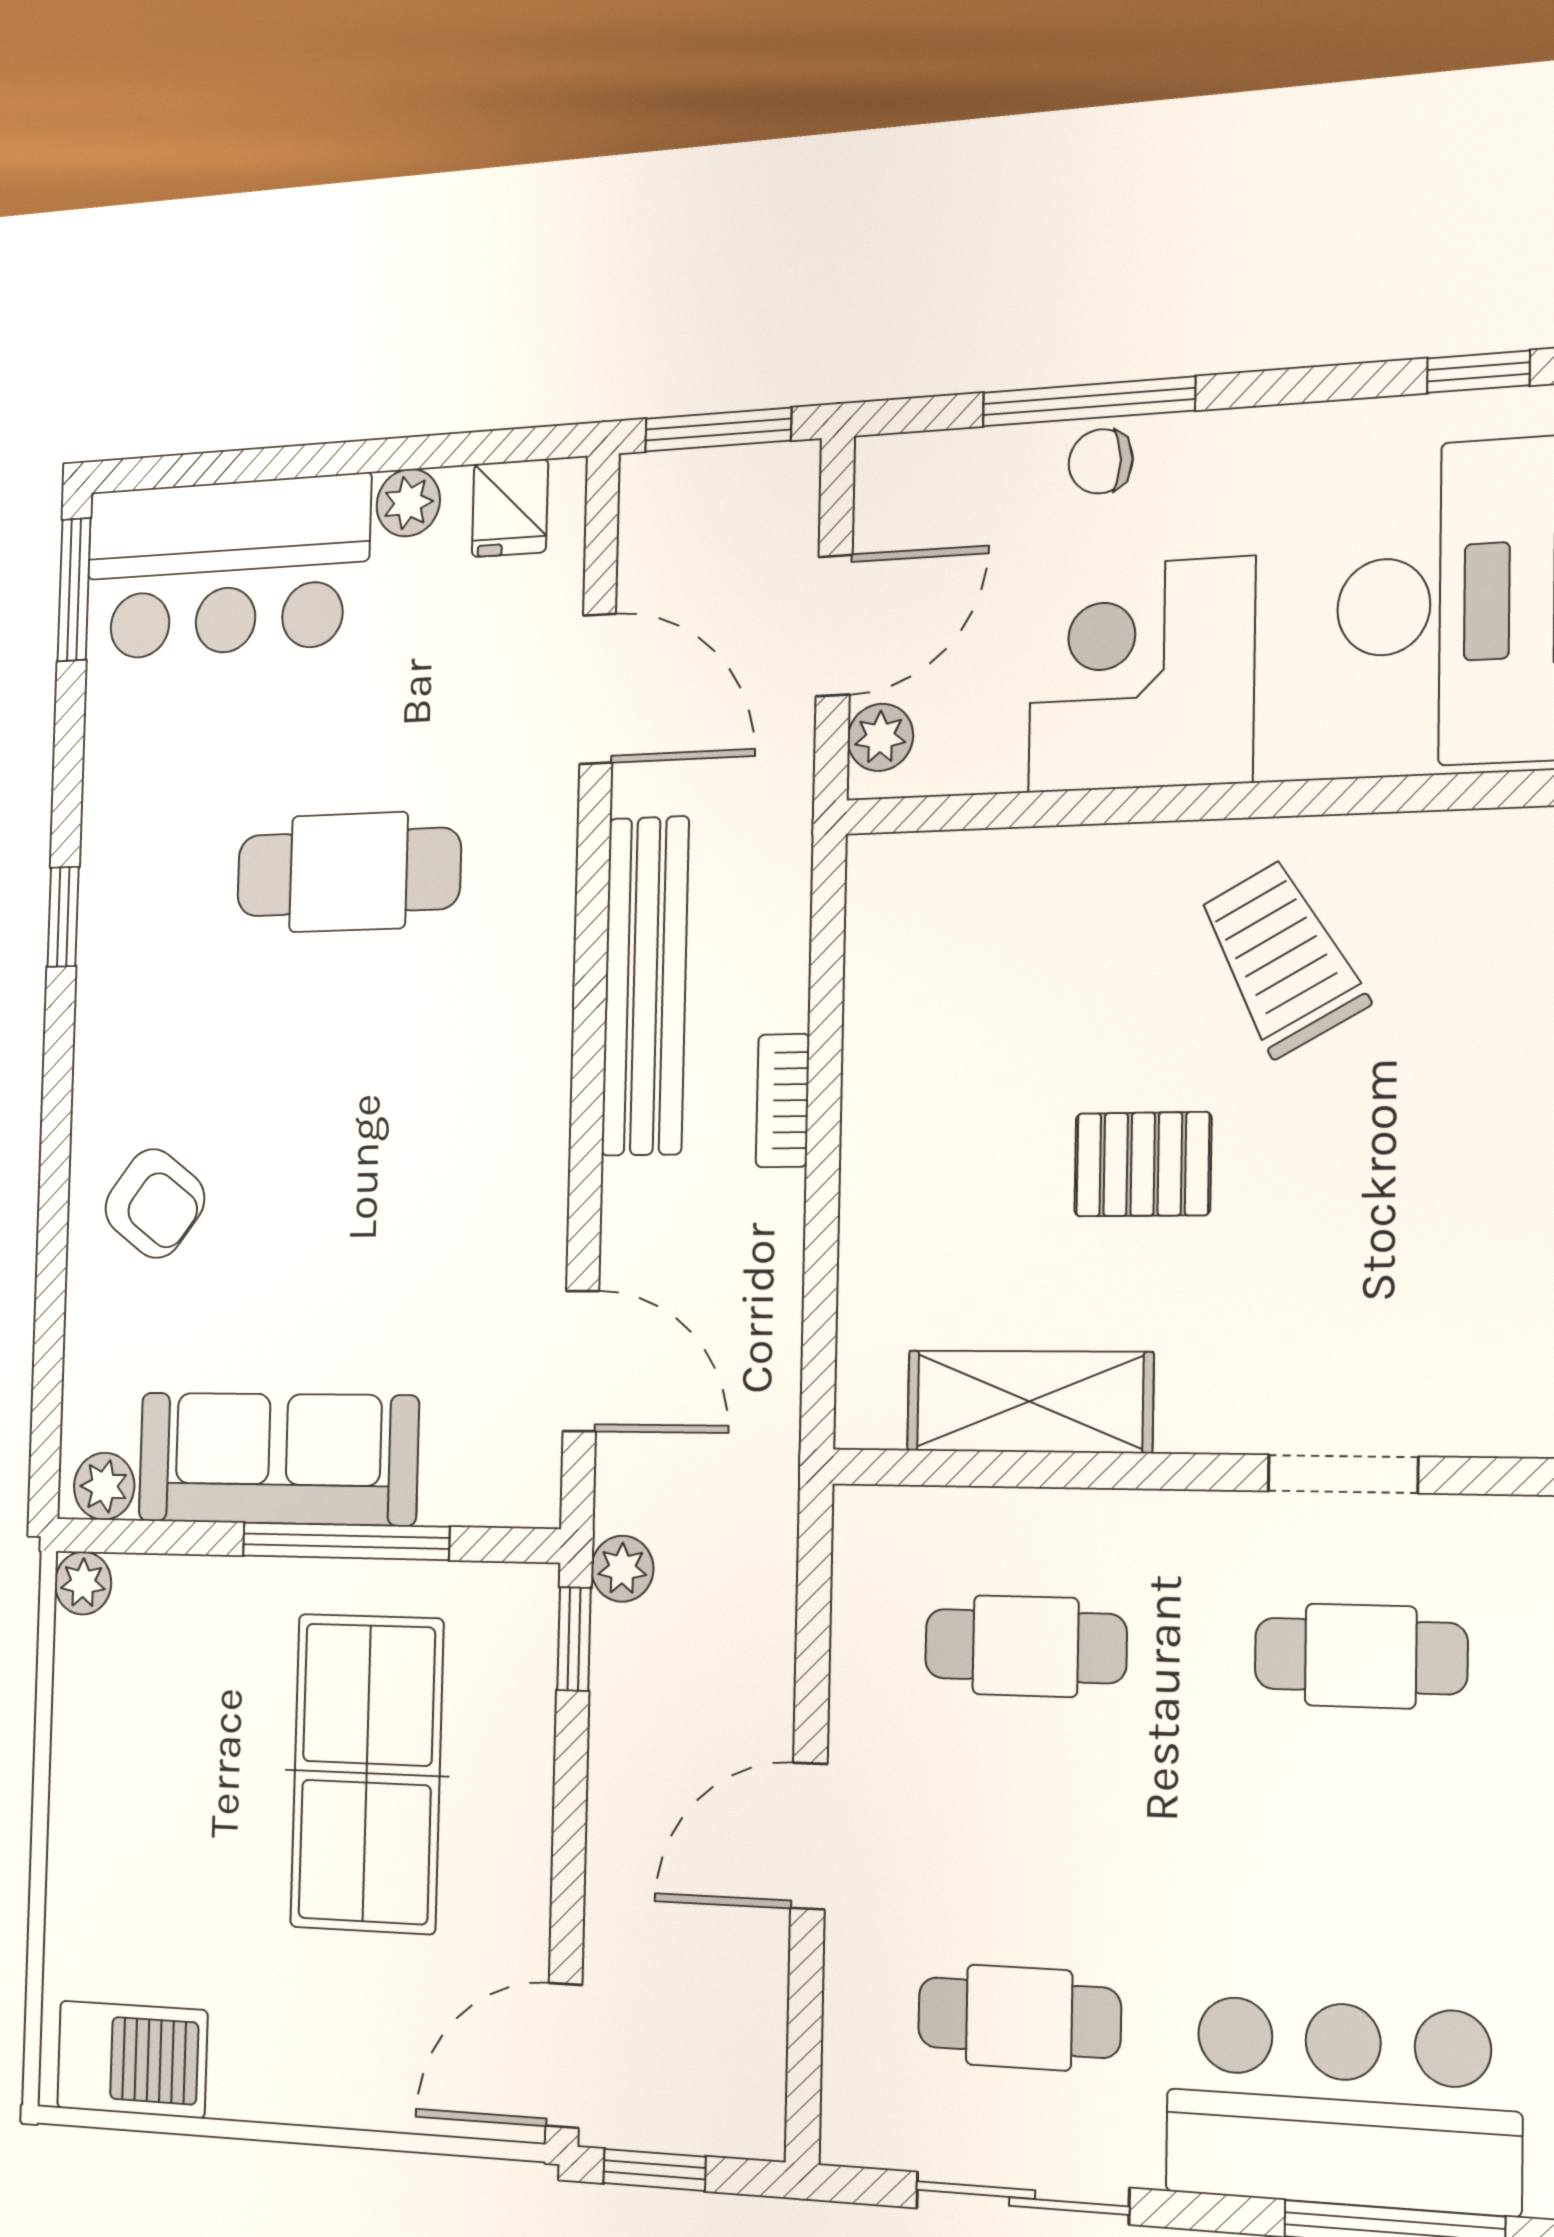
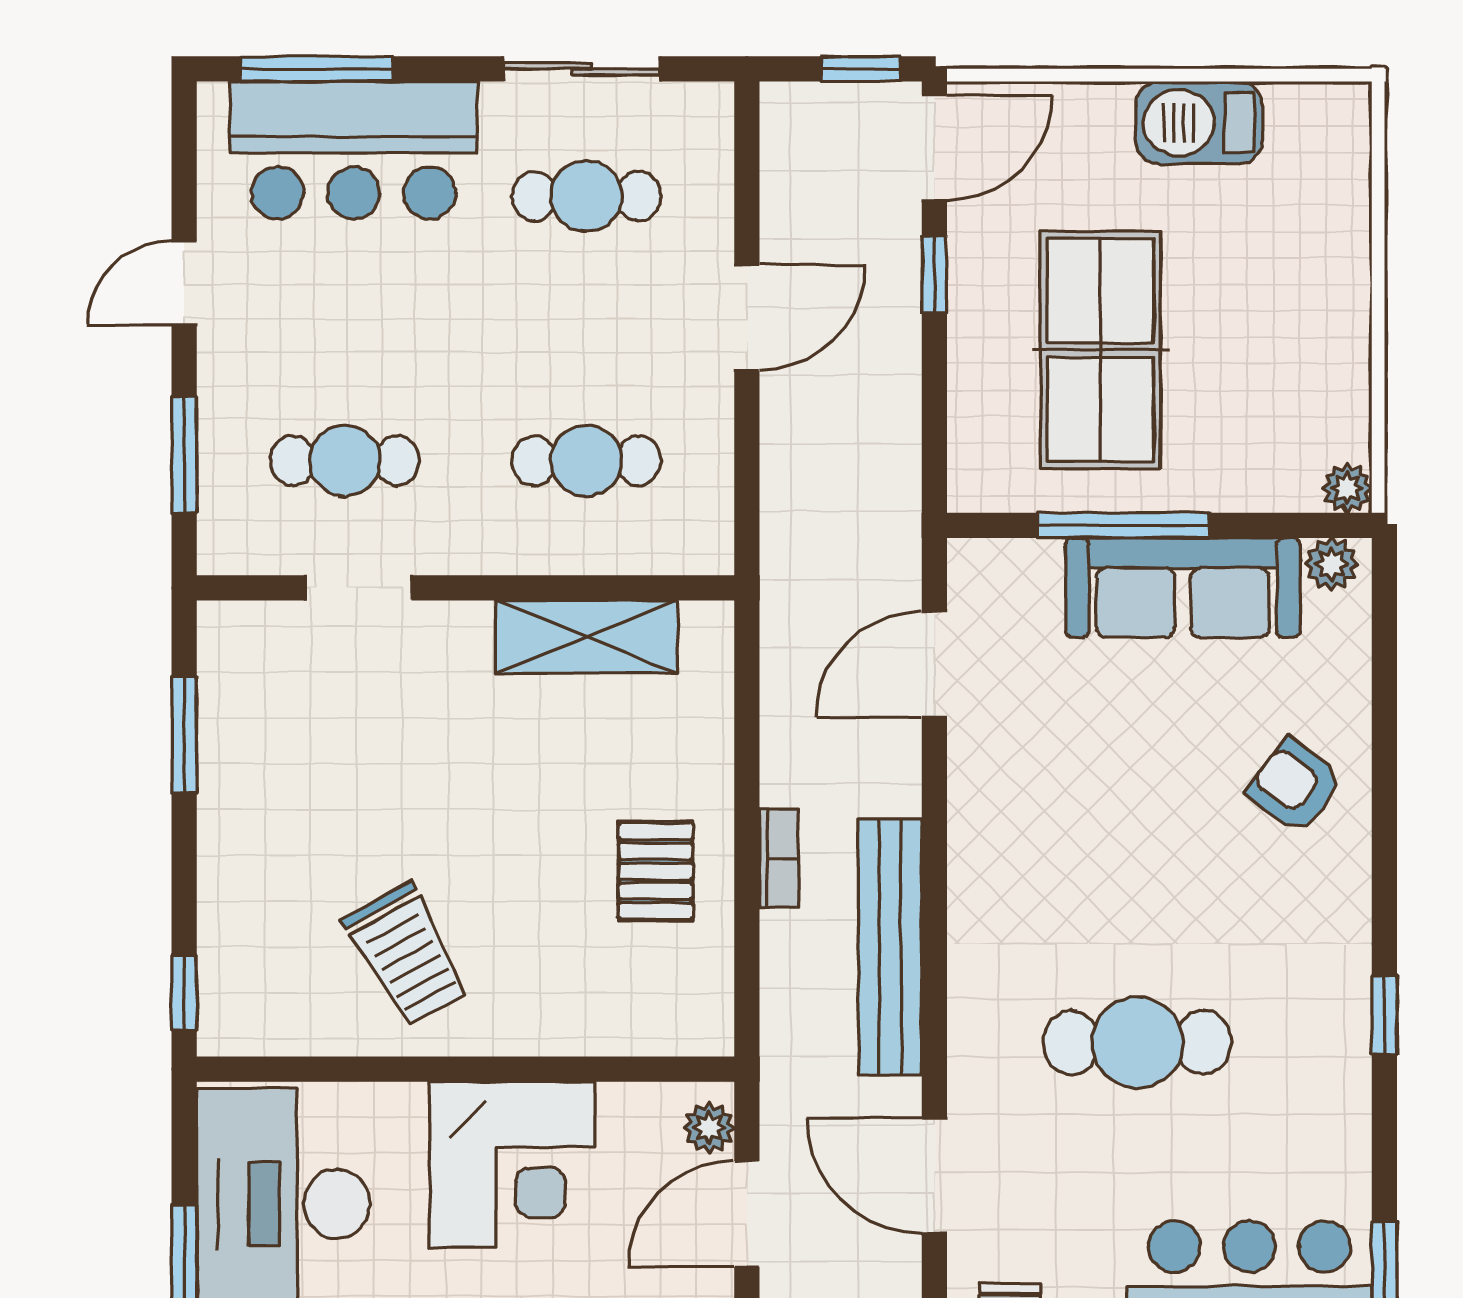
pallet: (1143, 1164) -> (656, 871), moved, turned 90
door: (581, 1361) -> (934, 664), hinge flipped
plant: (622, 1569) -> (897, 509), removed
window: (574, 1639) -> (934, 274), moved
barbecue: (132, 2059) -> (1199, 123), moved

